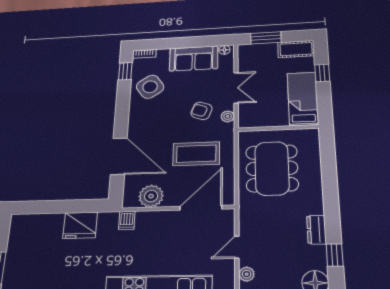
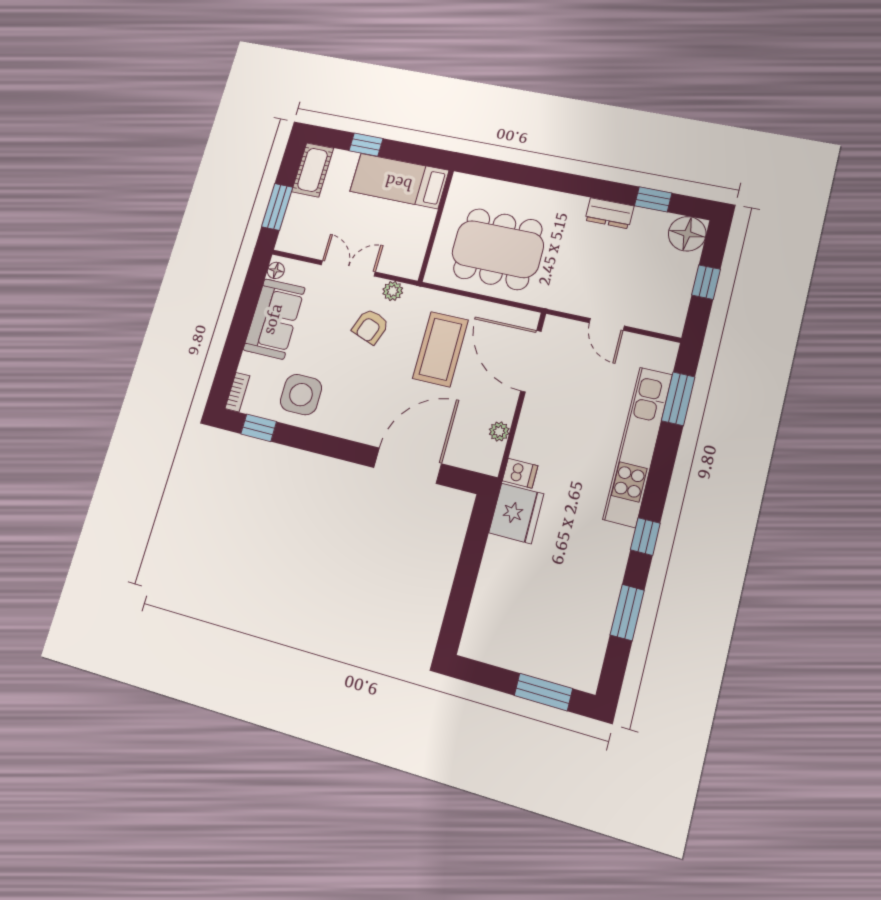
side table: (150, 87) -> (301, 395), turned 34
plant: (151, 196) -> (499, 431), width x0.53, depth x0.53
fridge: (80, 225) -> (516, 513), moved
plant: (247, 274) -> (651, 320), removed

